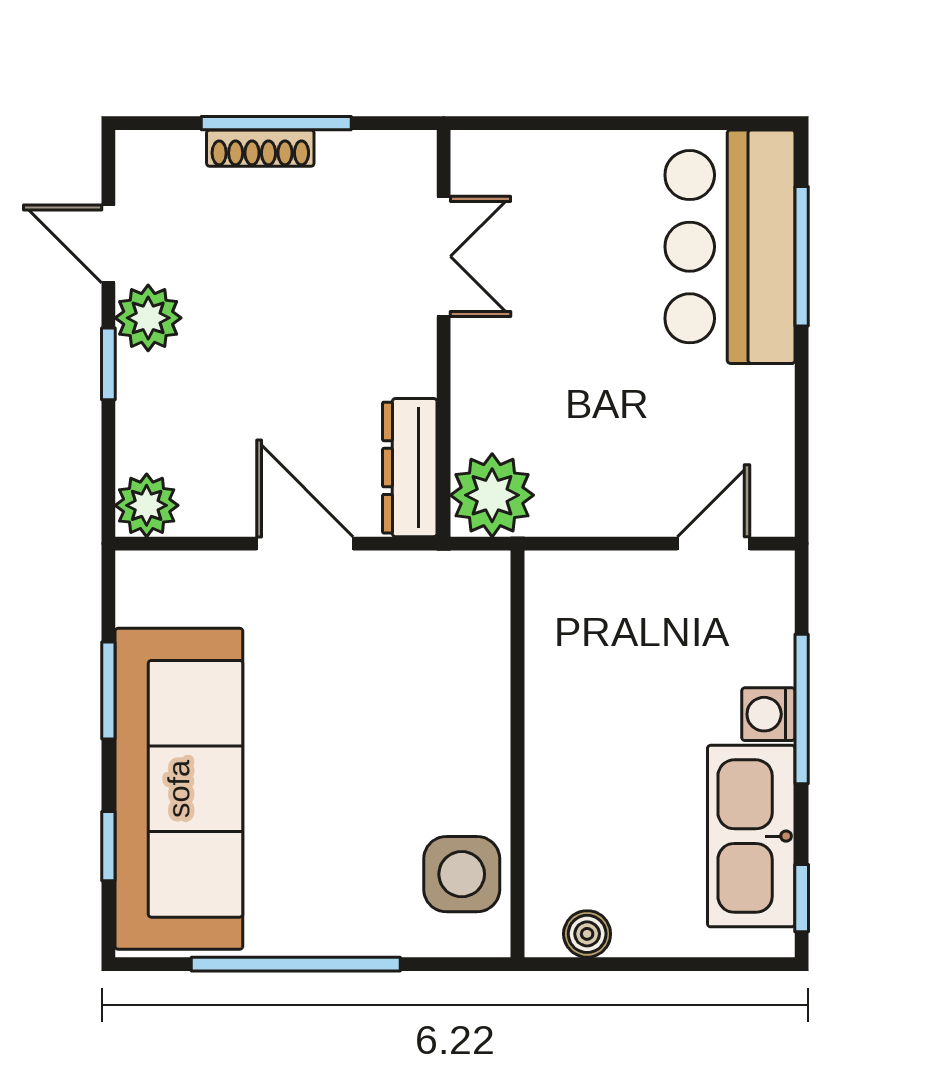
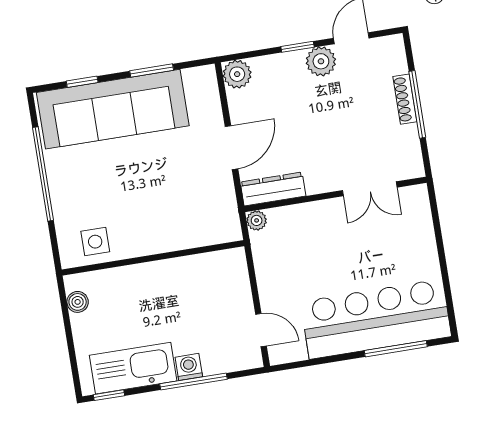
bar counter: (730, 247) -> (376, 319), width x1.36
plant: (492, 495) -> (257, 220), width x0.53, depth x0.53
side table: (462, 874) -> (95, 242), width x0.73, depth x0.73

